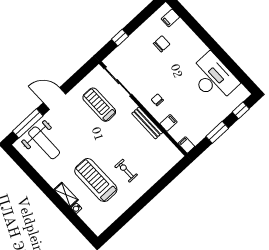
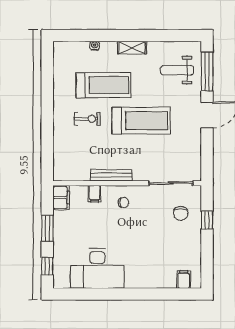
chair: (162, 44) -> (181, 213), moved
treadmill: (99, 105) -> (141, 121), moved, width x1.37, depth x1.38
weight bench: (44, 143) -> (177, 70), width x0.73, depth x0.75
filing cabinet: (186, 145) -> (61, 197), width x2.00
shelving: (66, 195) -> (132, 48), moved

